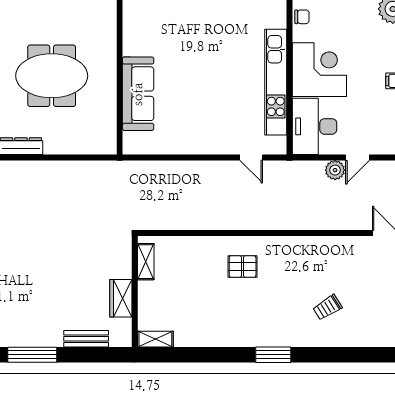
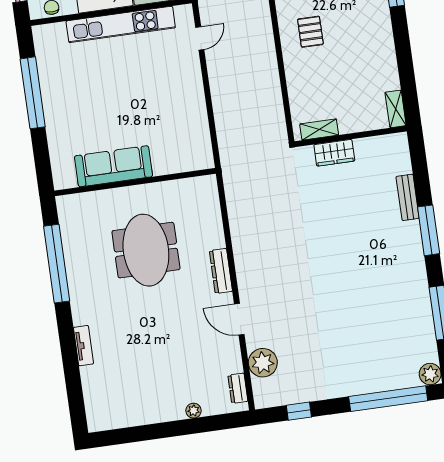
sofa: (138, 94) -> (113, 166), moved
wardrobe: (121, 298) -> (334, 153), moved
bench: (86, 339) -> (408, 197), moved

